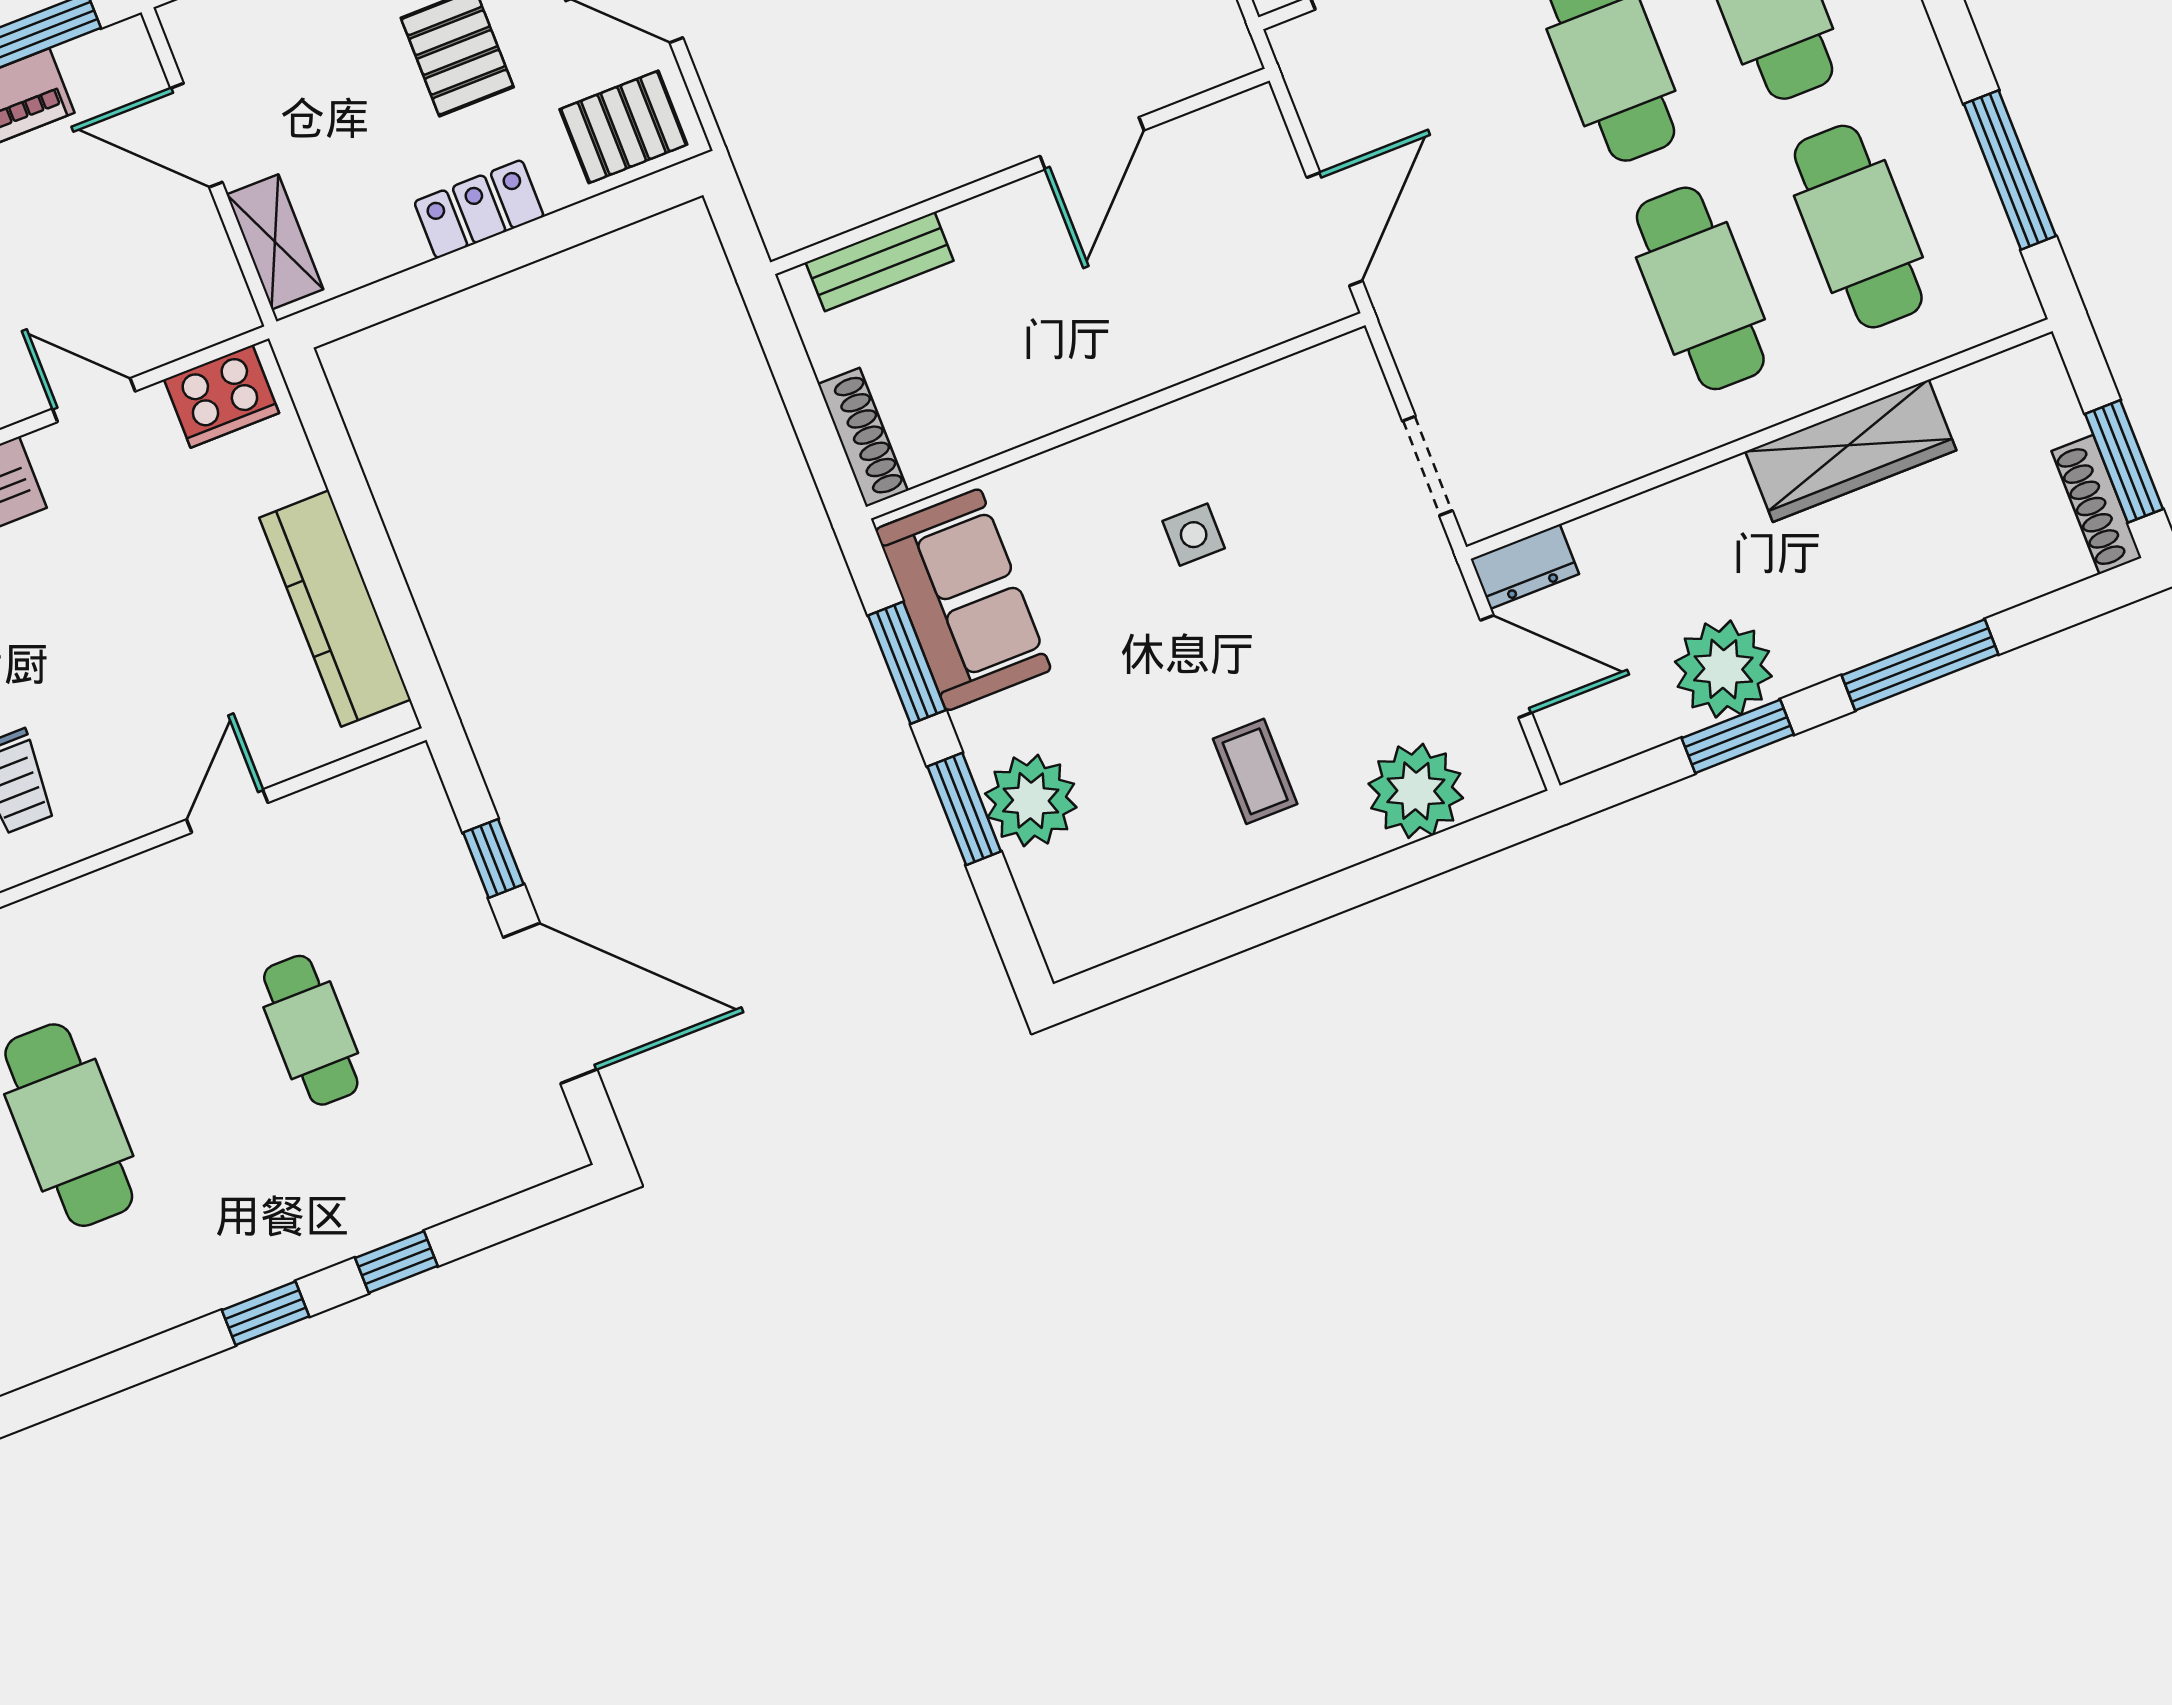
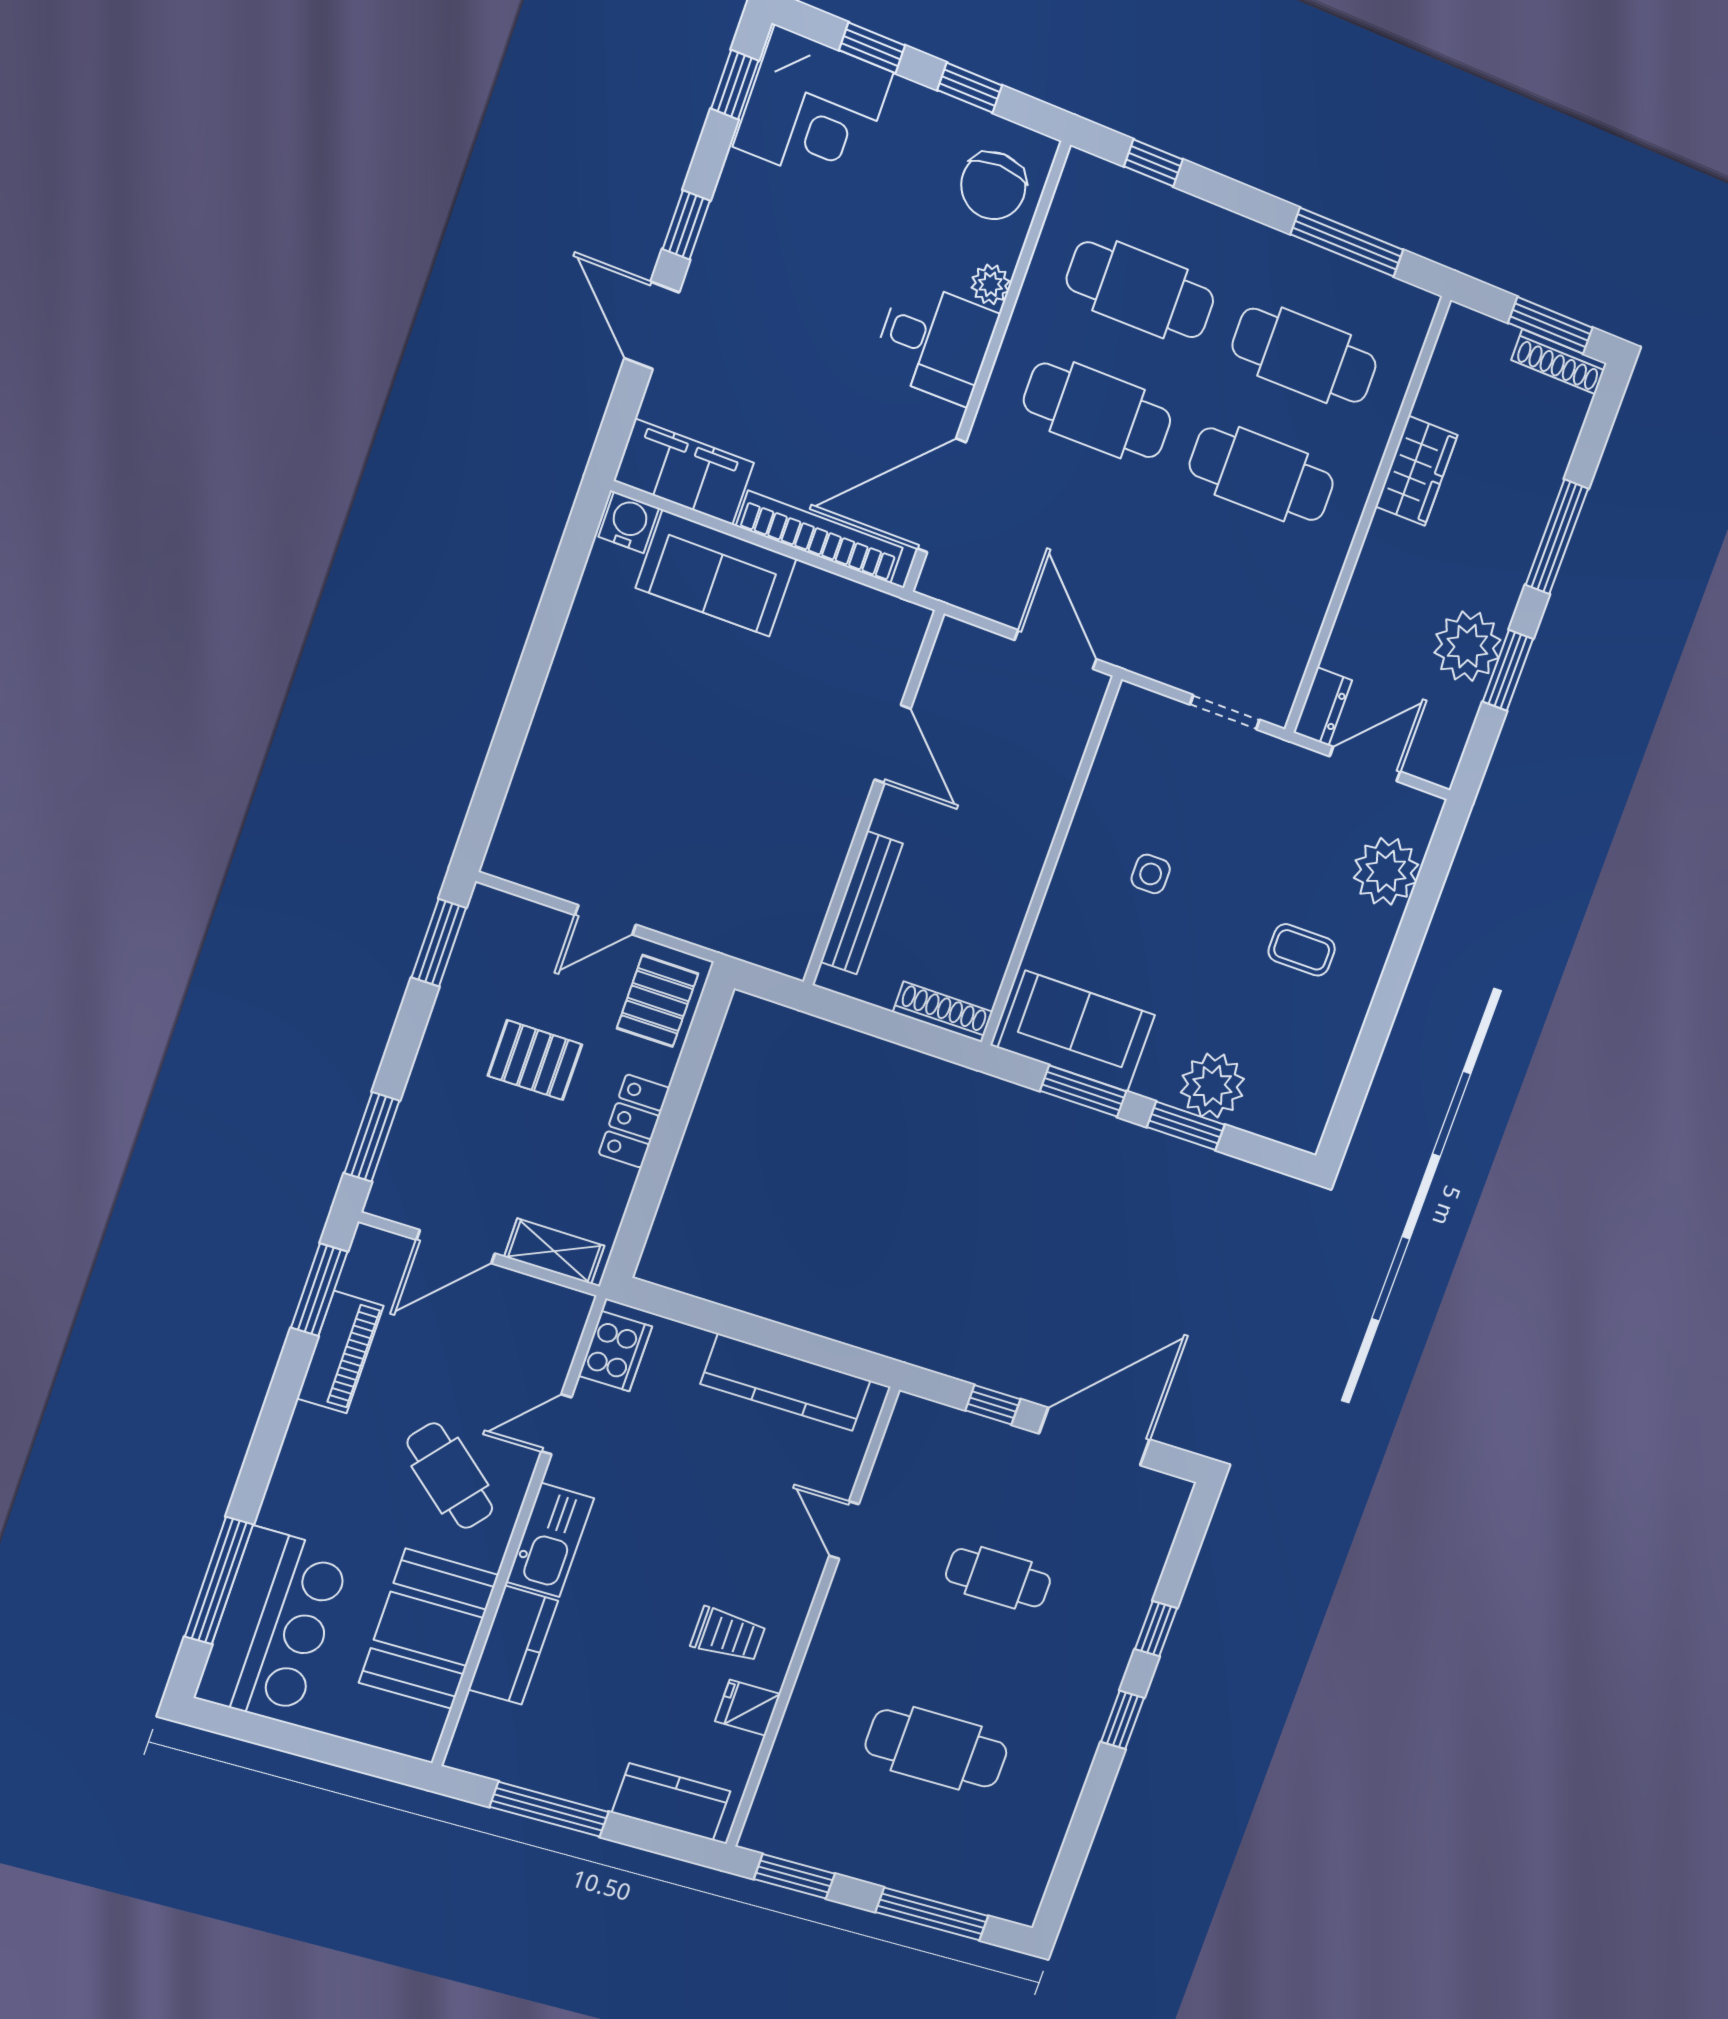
bench: (880, 262) -> (862, 903), width x1.36
wardrobe: (1851, 451) -> (1417, 471), width x0.67

